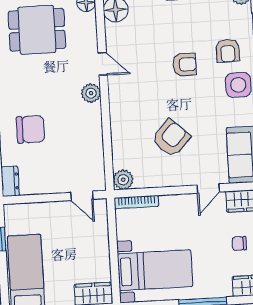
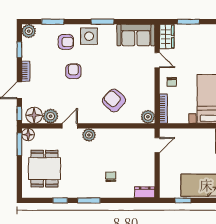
plant: (116, 34) -> (51, 116), added
chair: (31, 129) -> (111, 177), width x0.54, depth x0.54
armchair: (171, 138) -> (114, 100), moved
chair: (239, 243) -> (172, 82), moved

